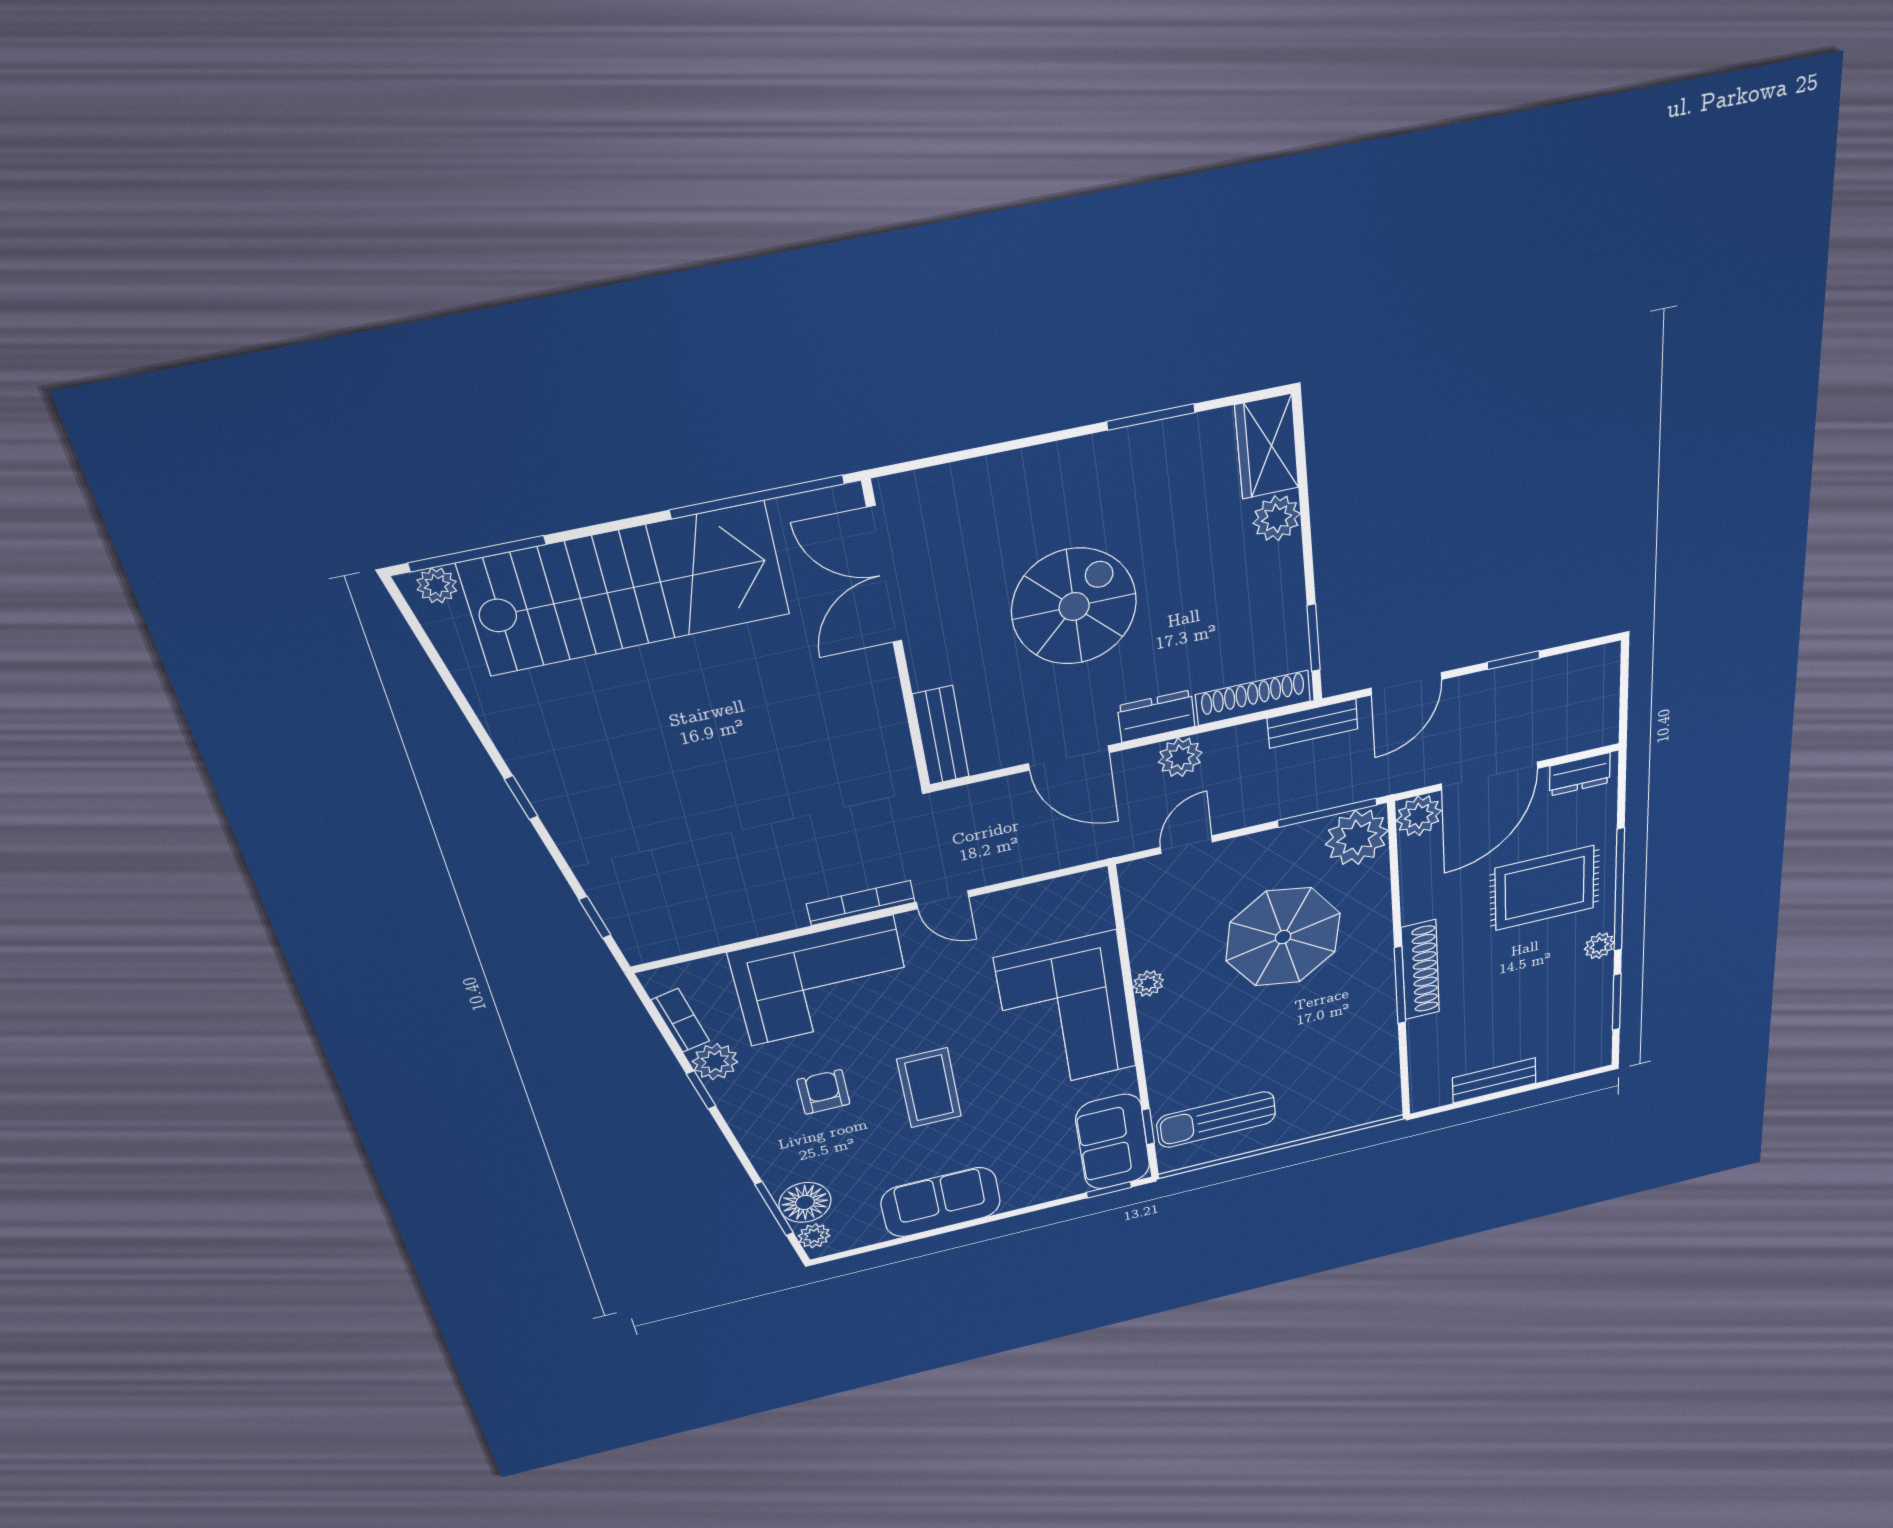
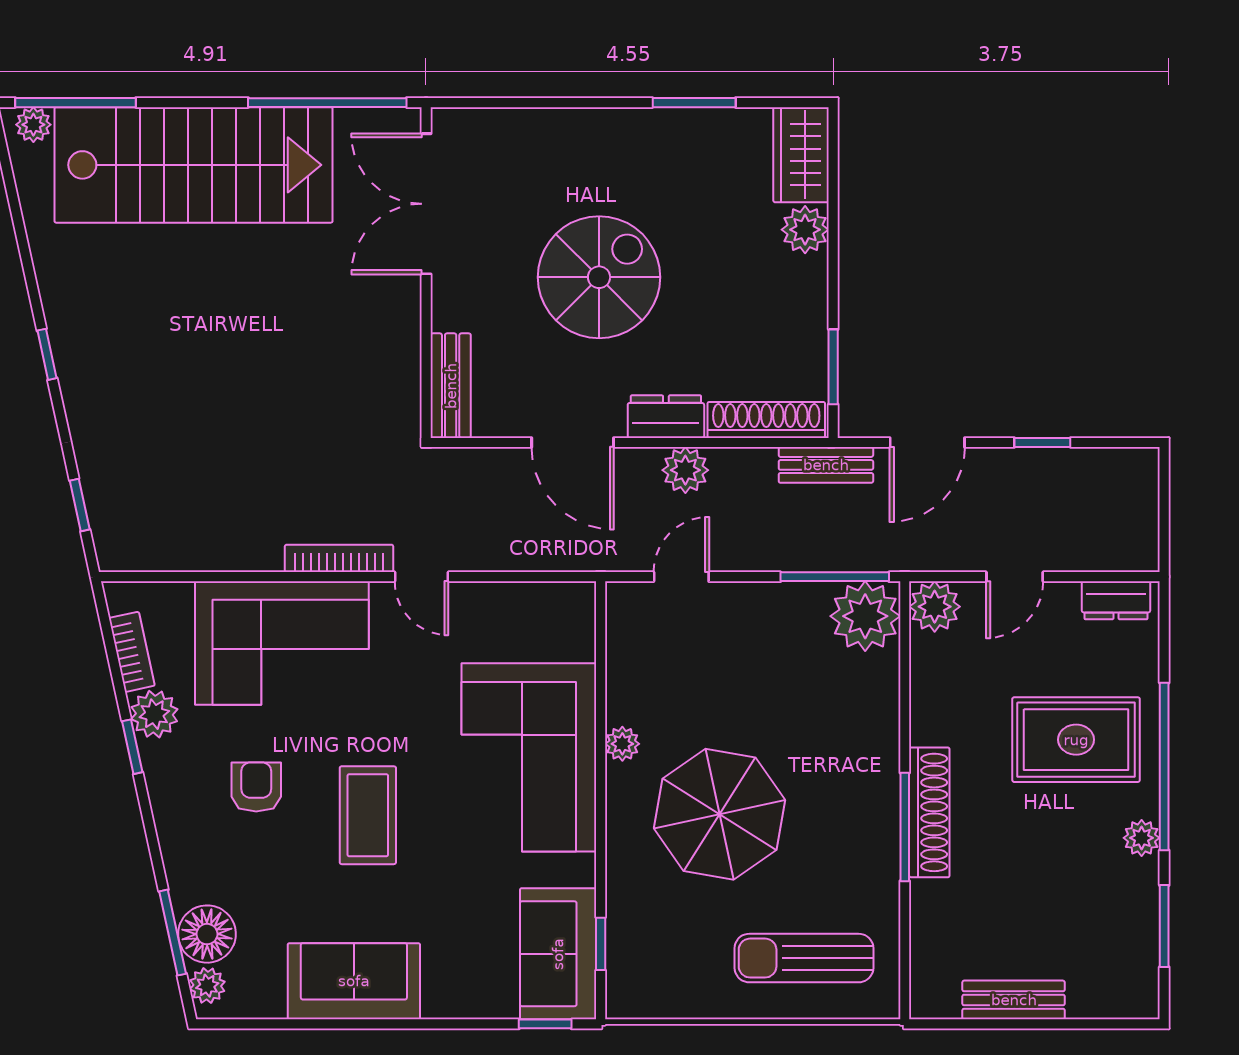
door: (1490, 776) -> (1015, 577), width x0.53
parasol: (1283, 937) -> (720, 814), moved
sun lounger: (1216, 1120) -> (804, 958), moved

